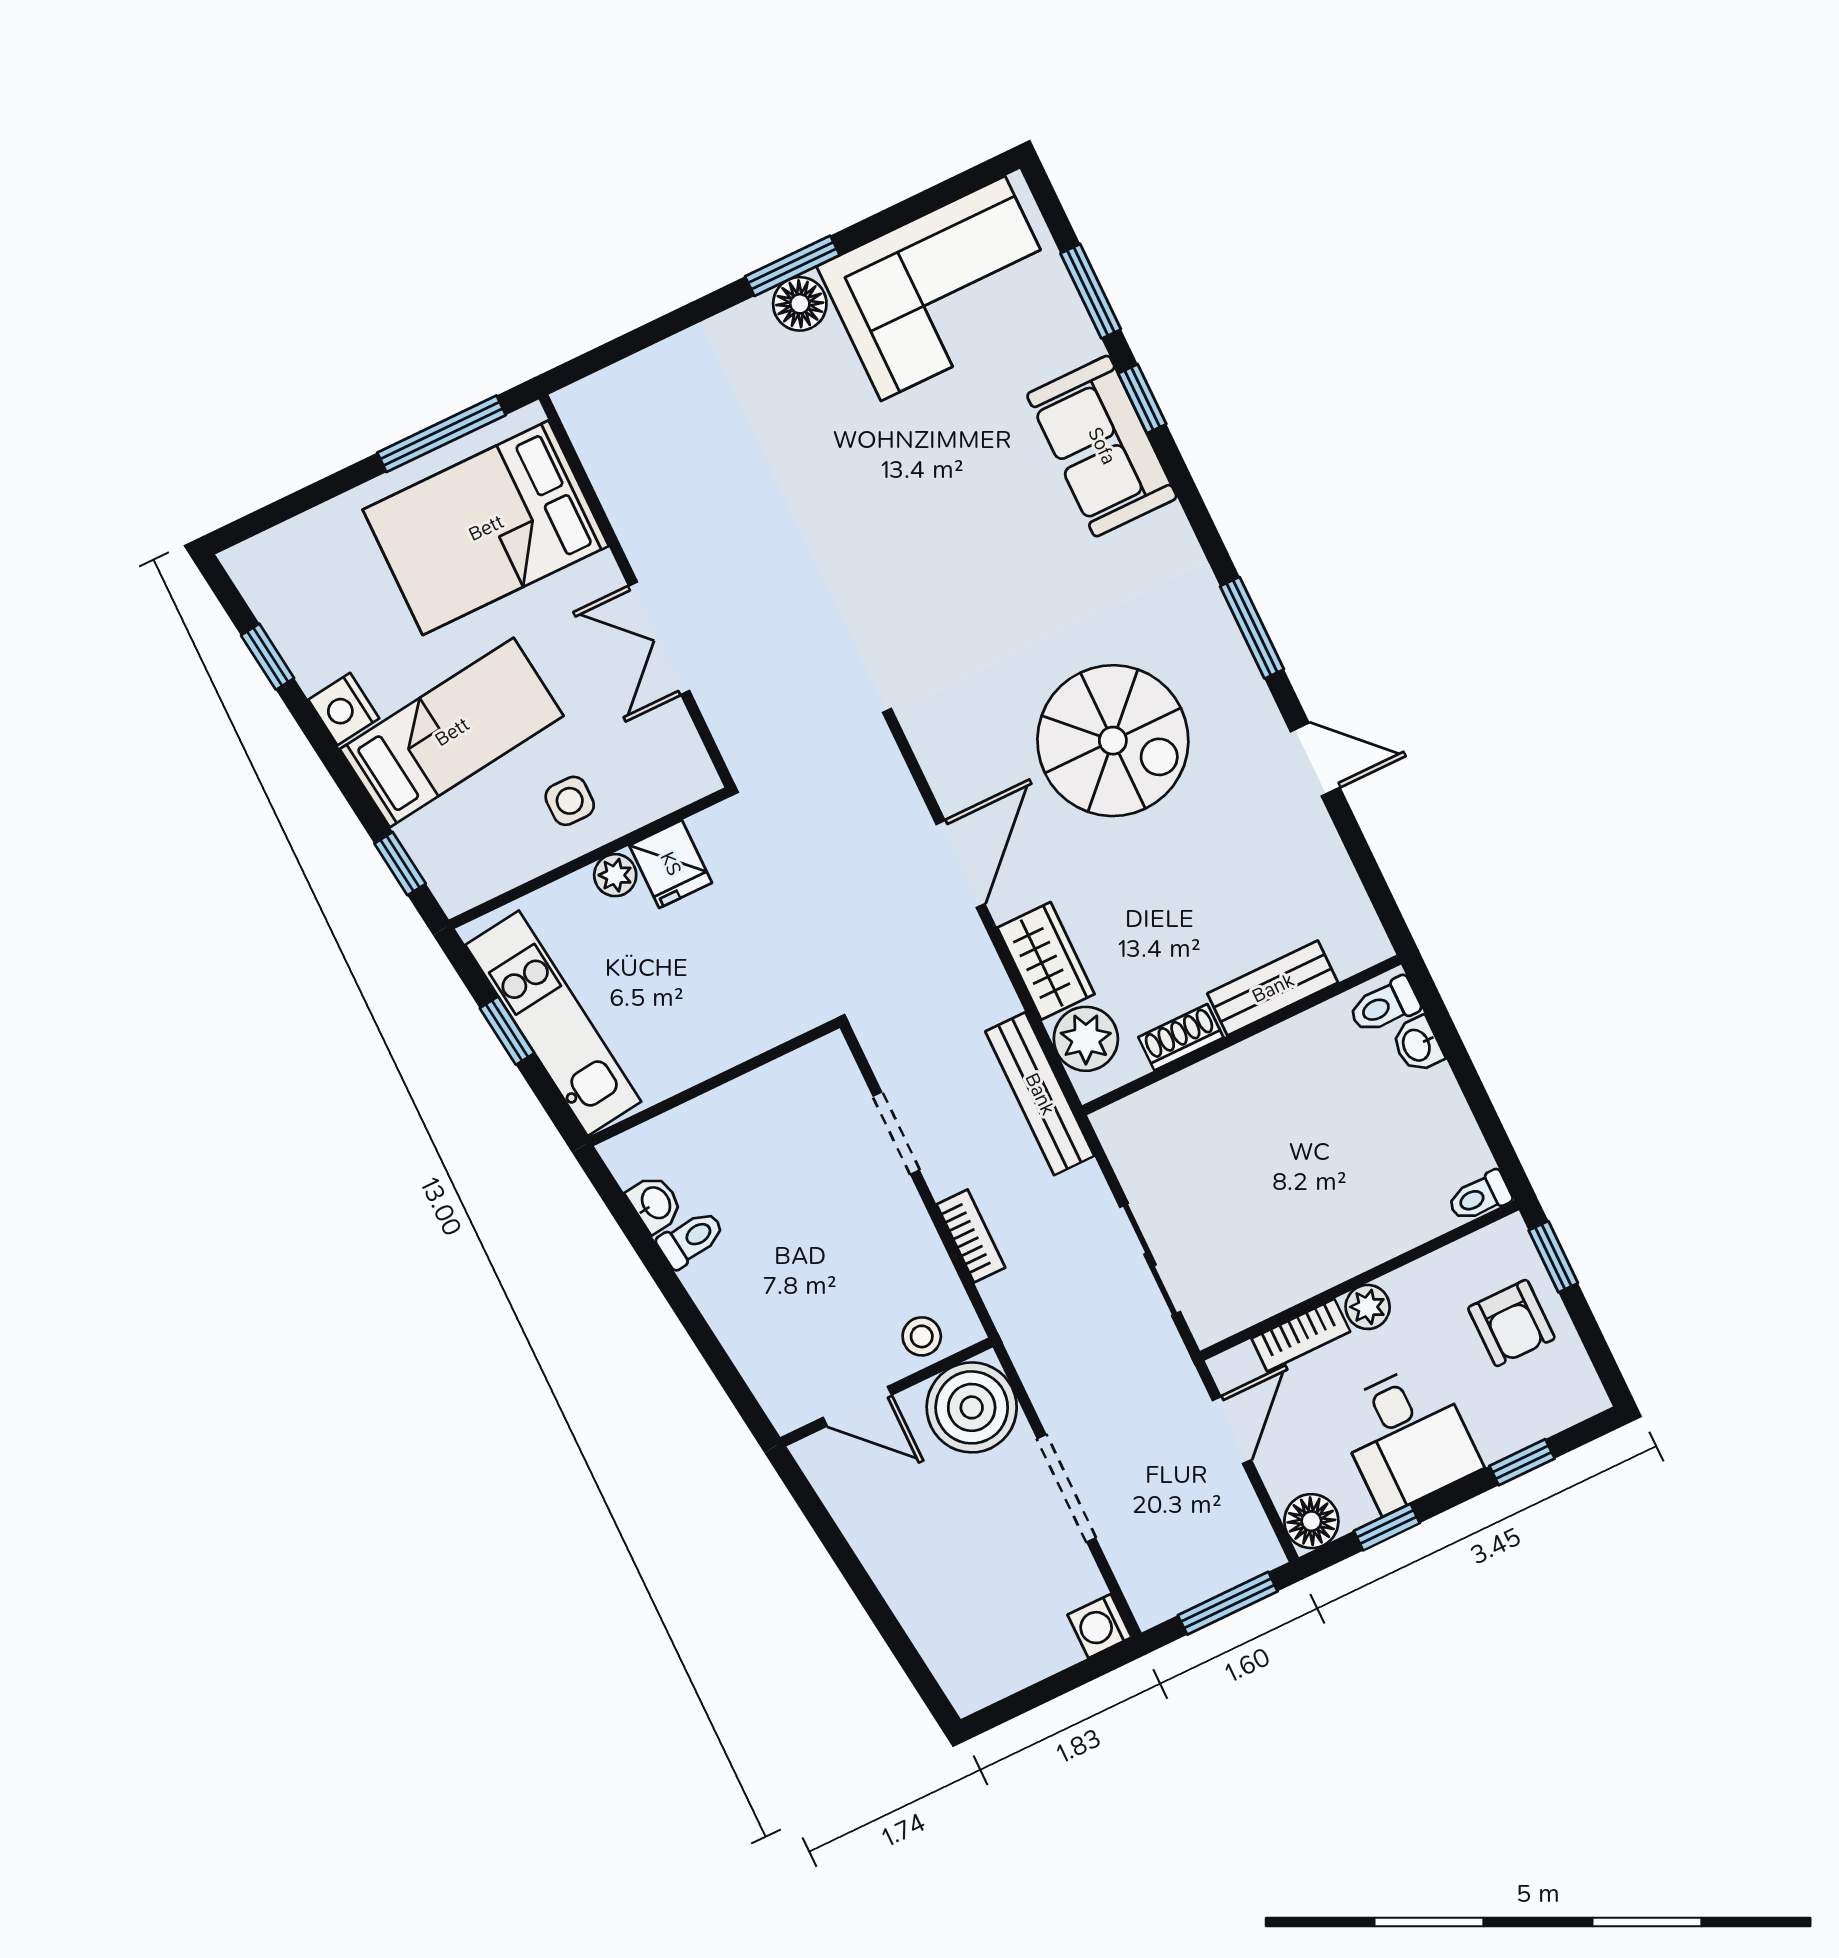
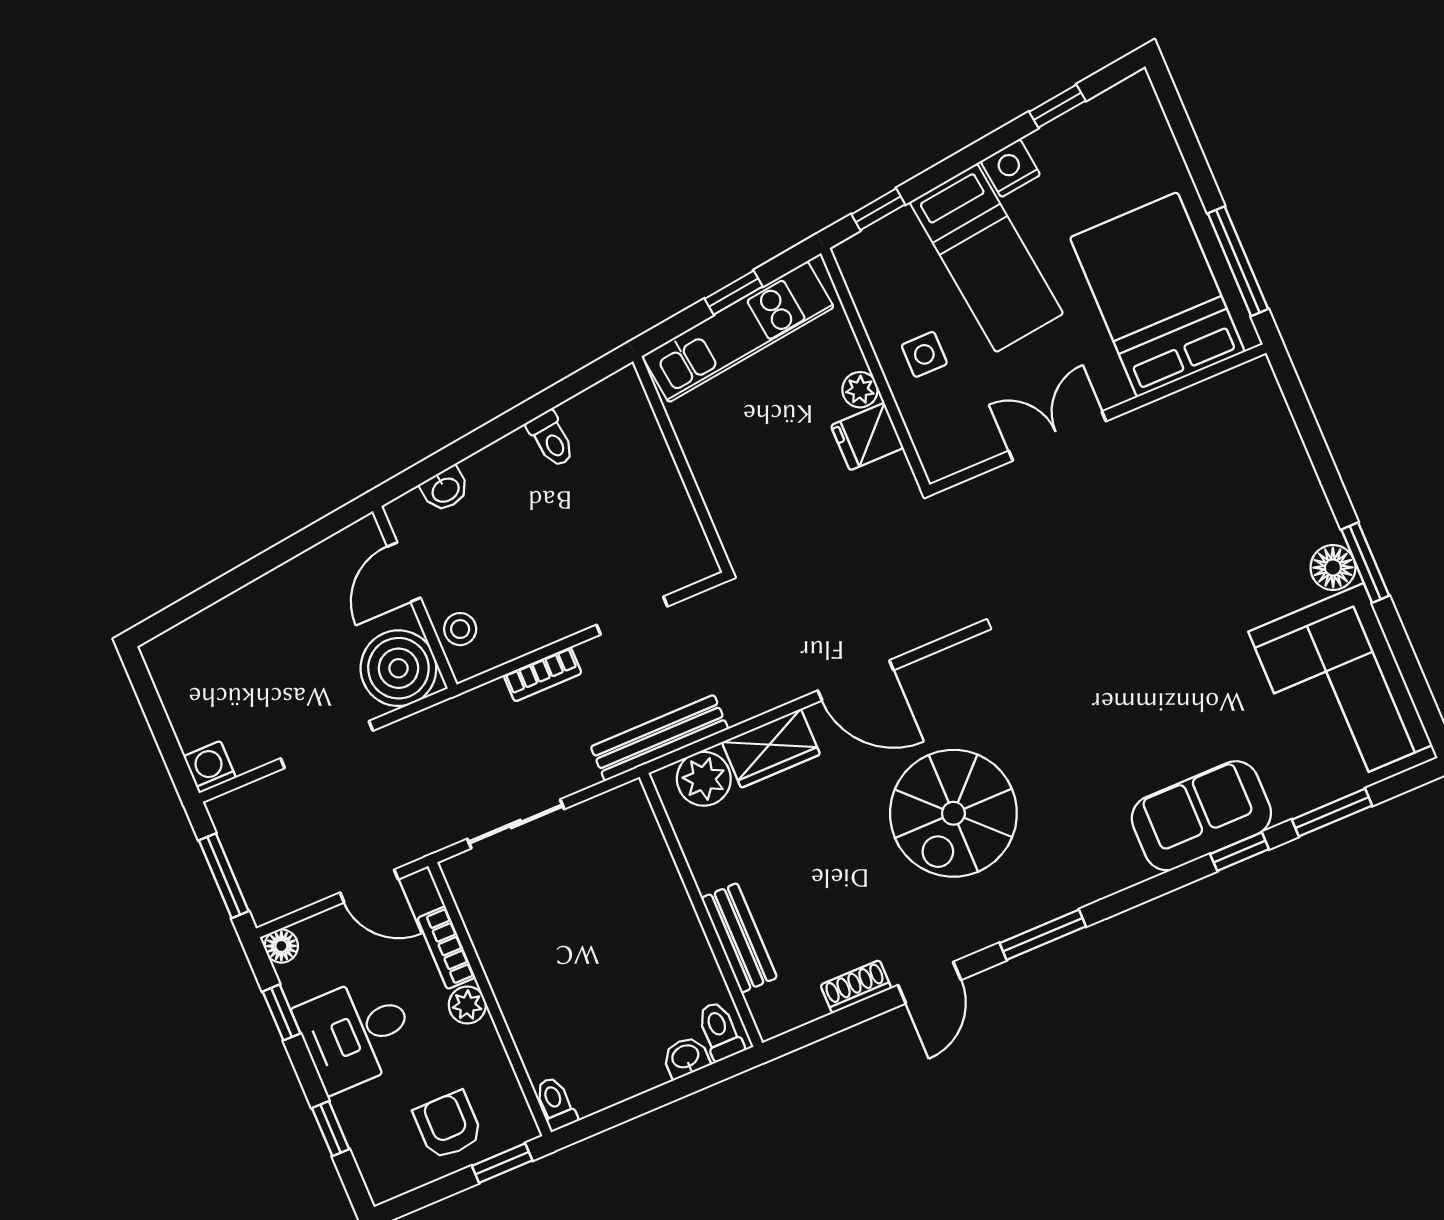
shoe rack: (1181, 1037) -> (856, 987), moved, turned -90
washbasin: (655, 1203) -> (445, 489), moved
armchair: (1511, 1323) -> (448, 1125), turned 90
floor lamp: (1311, 1521) -> (281, 946), width x0.73, depth x0.73

